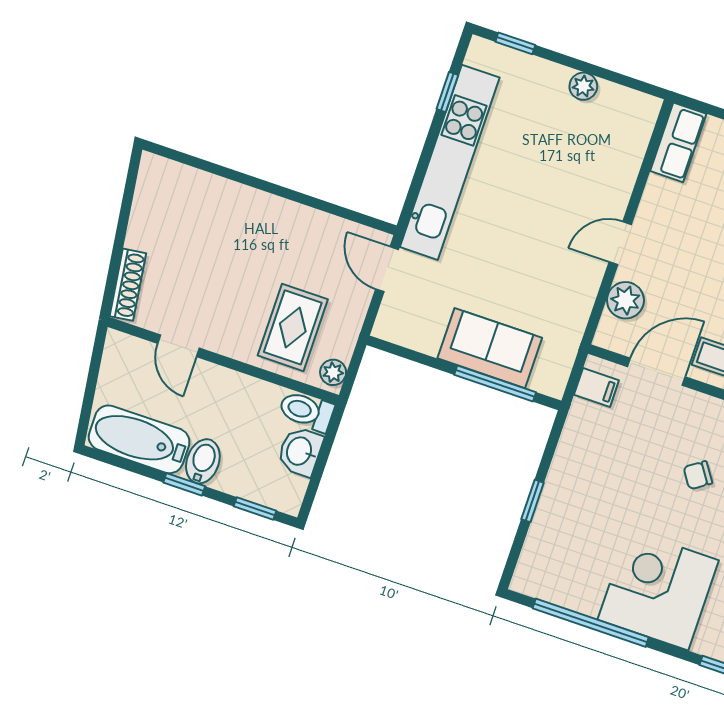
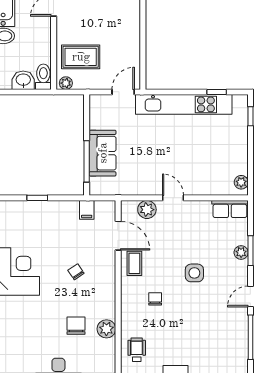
plant: (583, 86) -> (241, 182), moved
filing cabinet: (596, 387) -> (87, 210), moved

